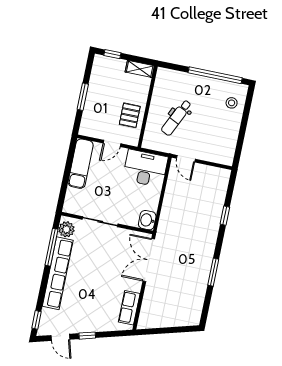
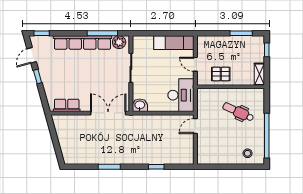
window: (83, 97) -> (241, 33), moved
dental chair: (176, 118) -> (238, 112), moved

